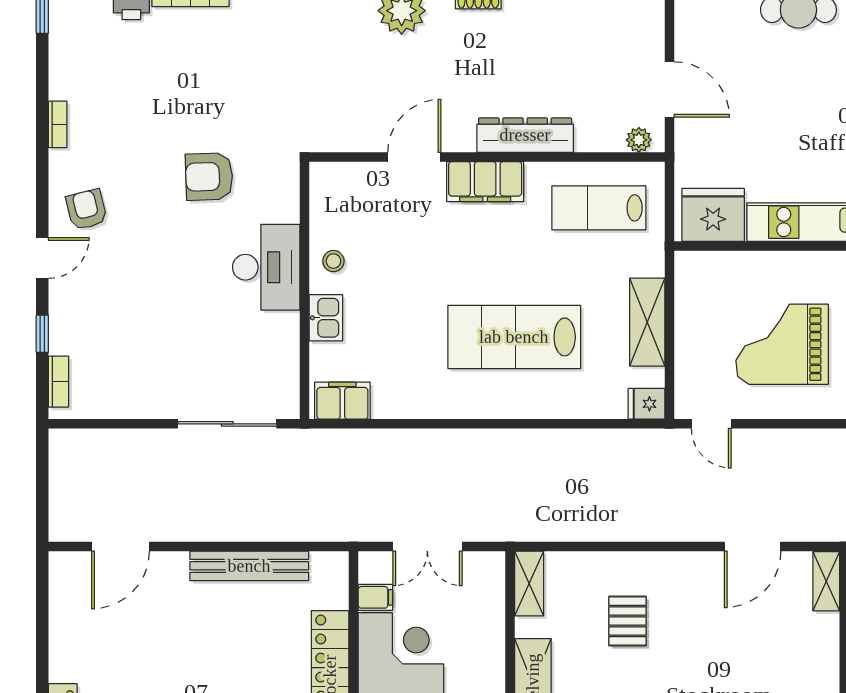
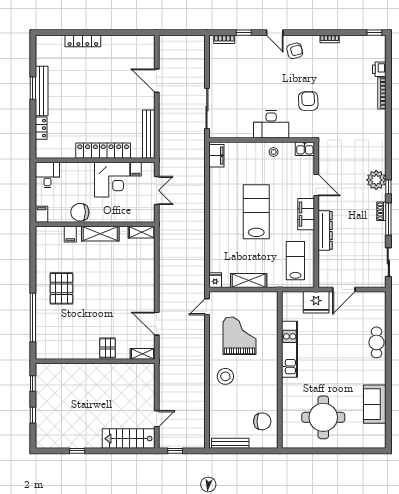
plant: (639, 140) -> (323, 277), removed
fridge: (713, 215) -> (316, 302), moved, turned 90
kitchen sink: (326, 318) -> (305, 149), moved
lab bench: (514, 337) -> (256, 212), moved
door: (121, 546) -> (157, 81), moved
double door: (427, 546) -> (157, 190), swing flipped
bench: (249, 566) -> (149, 134), moved
pallet: (627, 621) -> (108, 348), moved, turned 90

